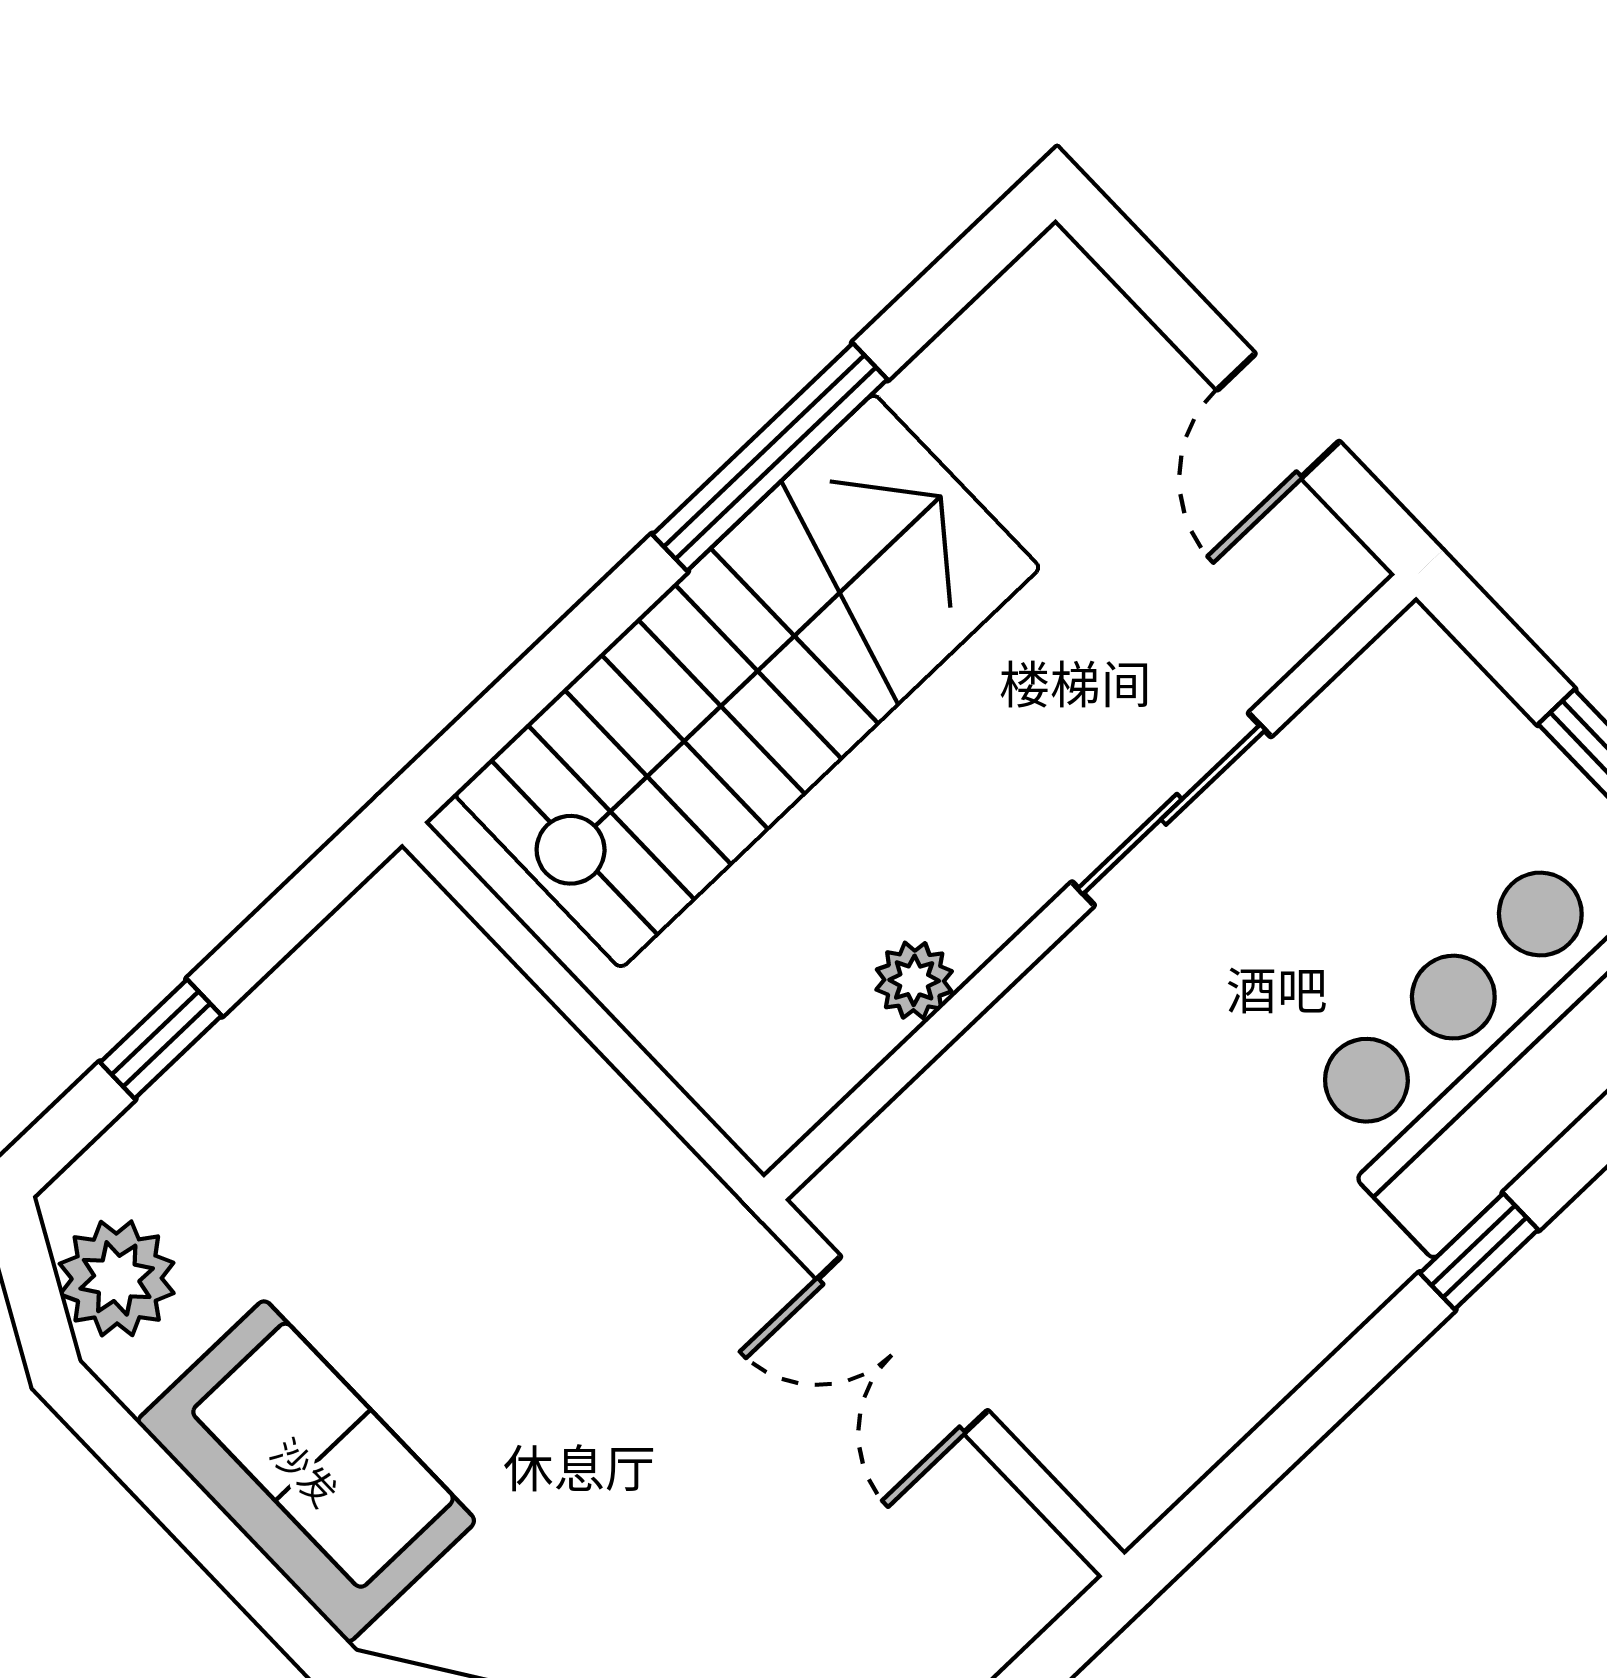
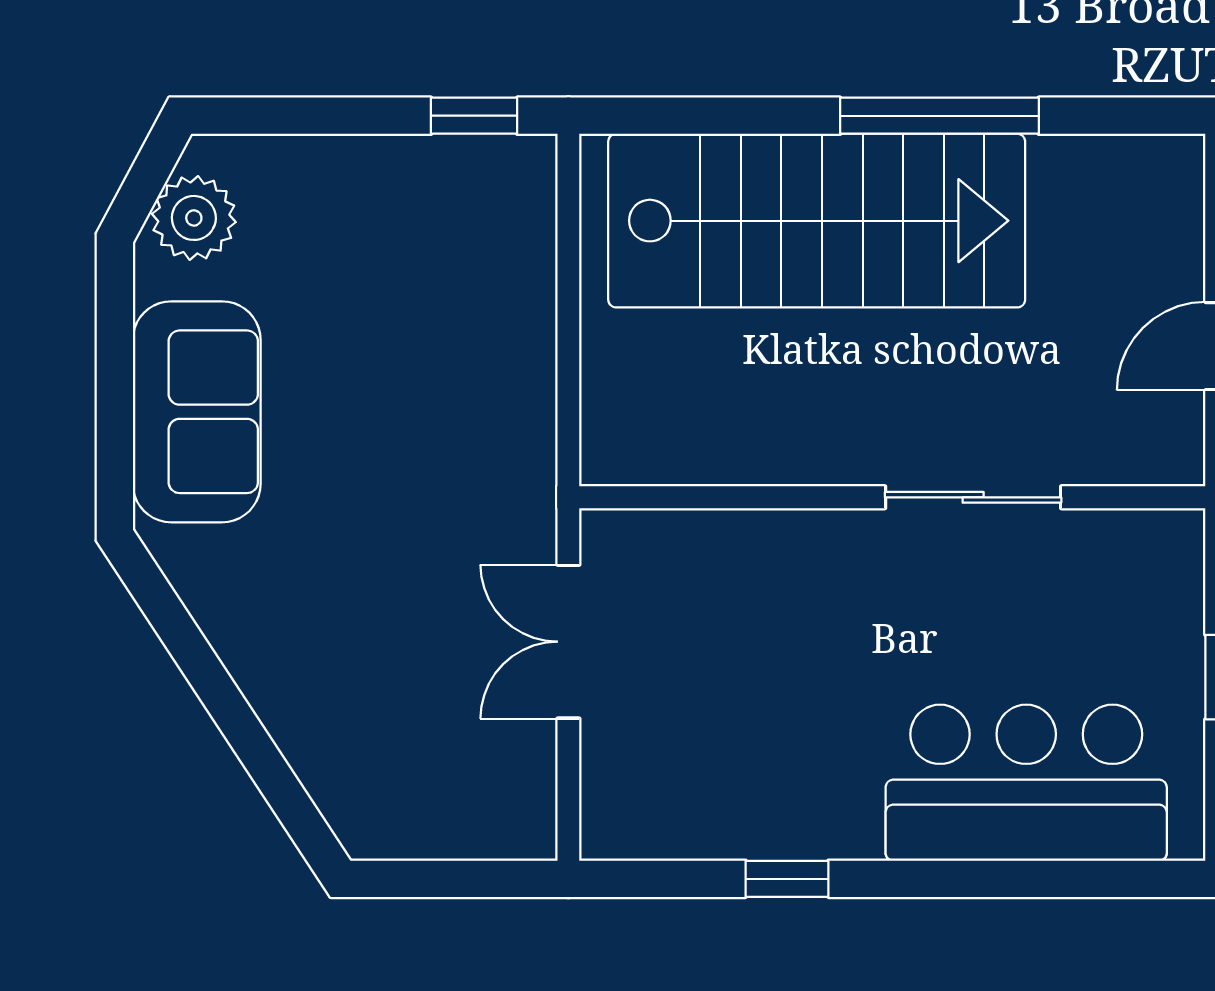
plant: (914, 980) -> (755, 459), removed
window: (161, 1039) -> (474, 116), moved
window: (1479, 1251) -> (787, 879), moved

